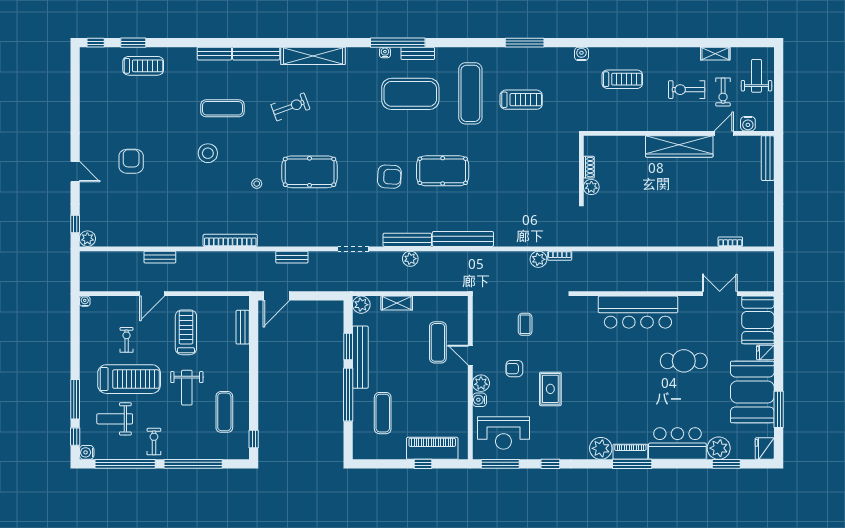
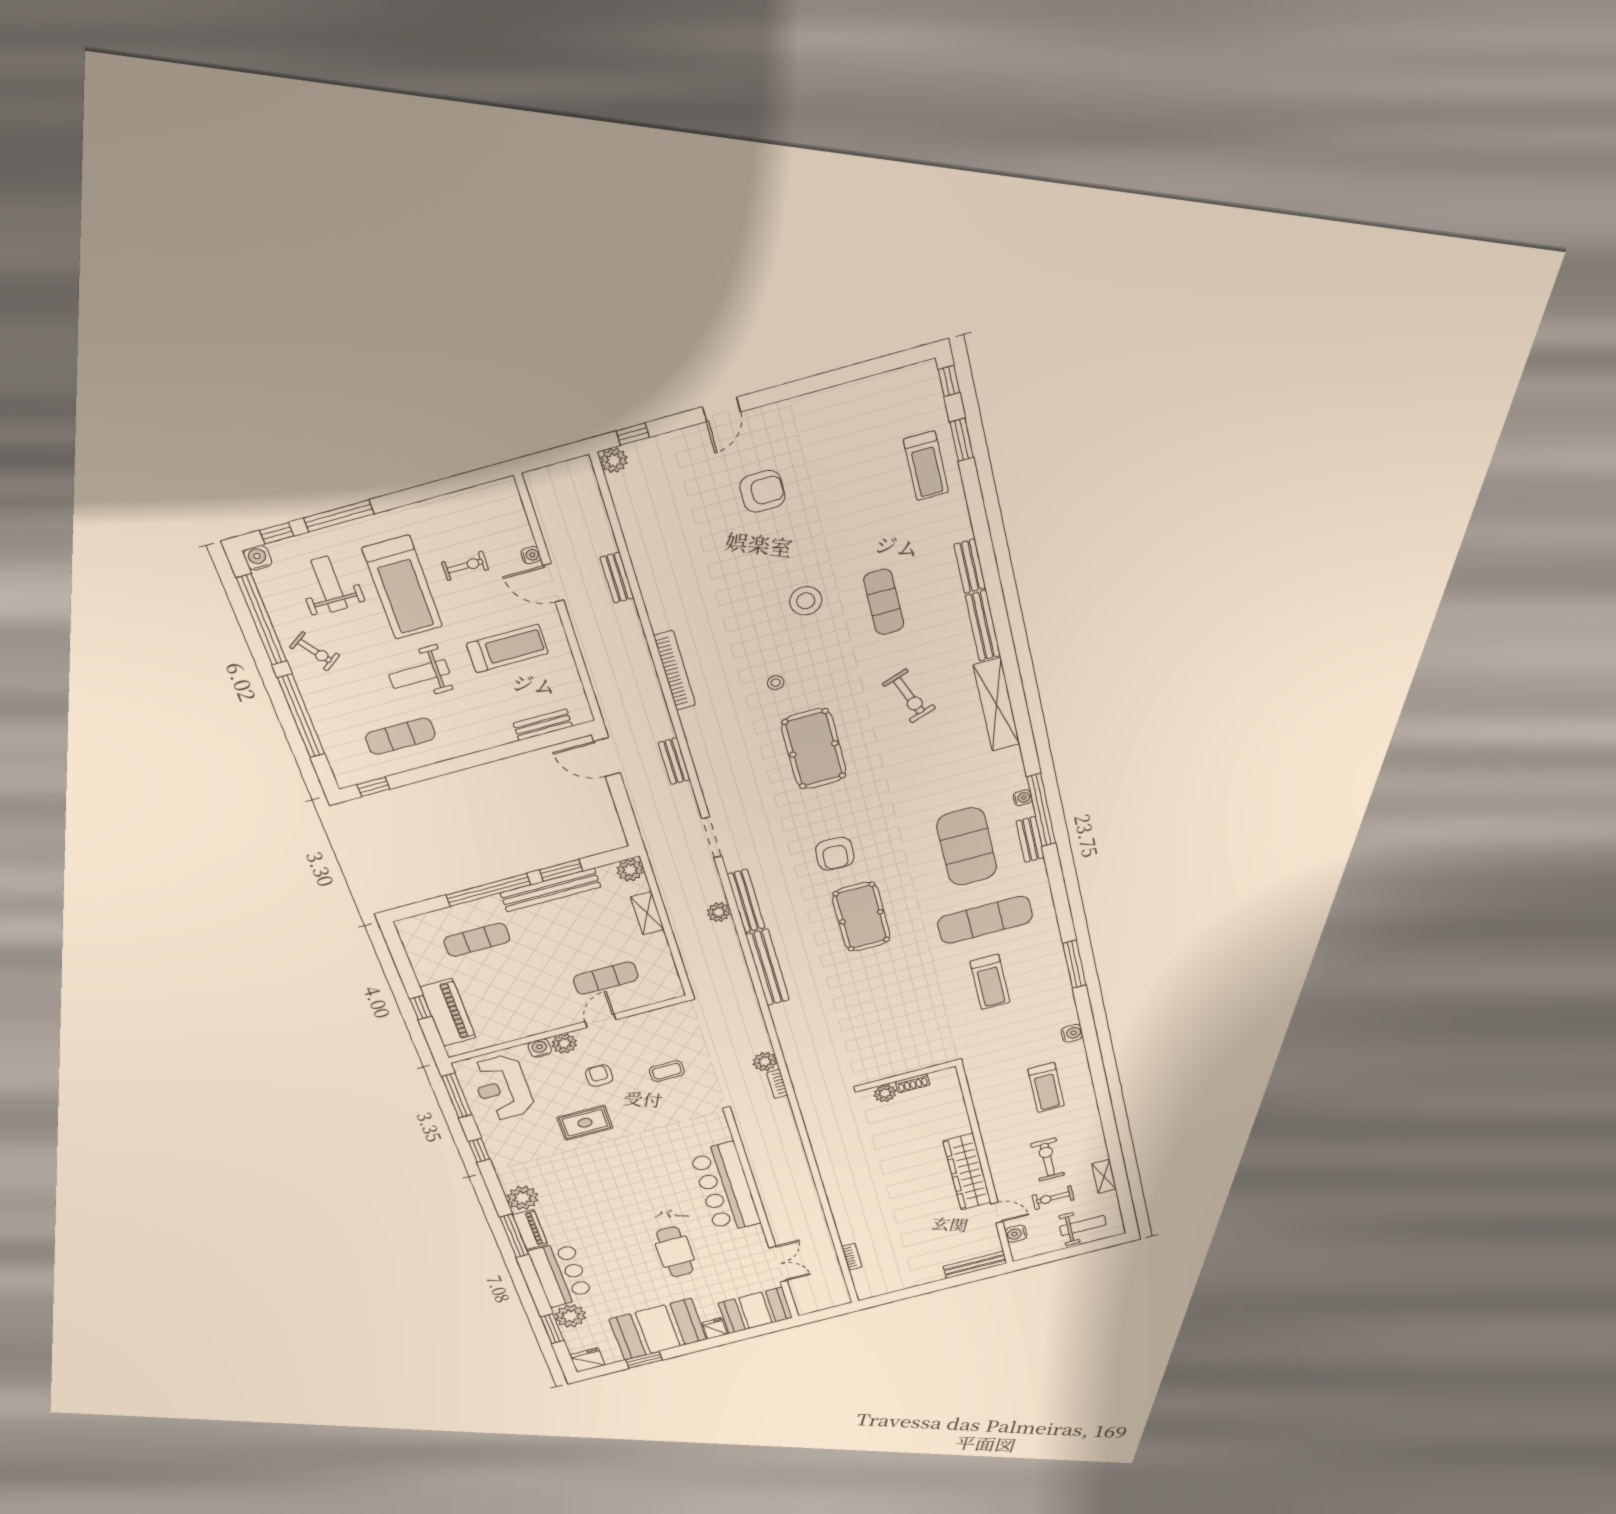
water cooler: (85, 301) -> (531, 555), moved
window: (779, 409) -> (644, 1360), width x0.69
exercise bike: (154, 442) -> (315, 651), turned 54

